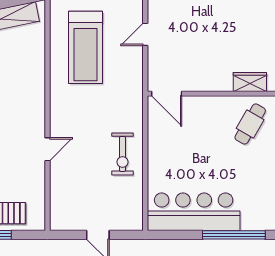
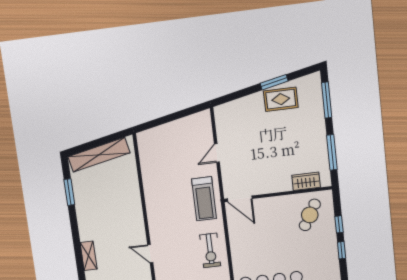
treadmill: (85, 47) -> (204, 199), moved, width x0.73, depth x0.73
door: (47, 149) -> (150, 254), swing flipped

